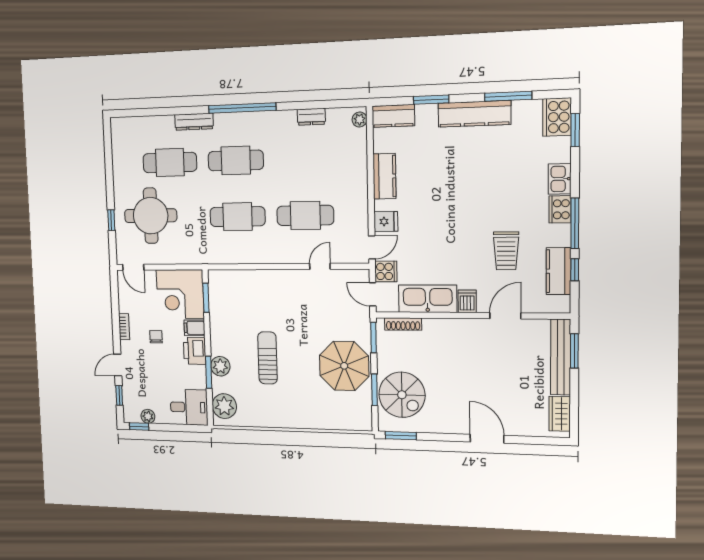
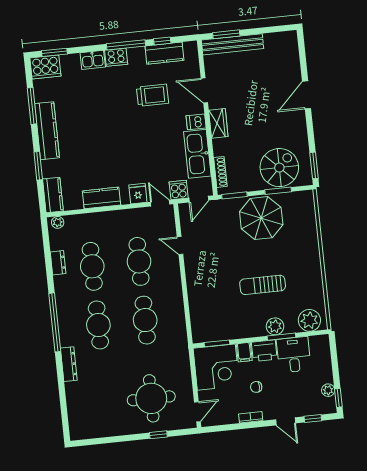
cafe table: (170, 163) -> (92, 266), moved
desk: (189, 407) -> (294, 355), moved
wardrobe: (560, 414) -> (218, 123), moved, turned -90

